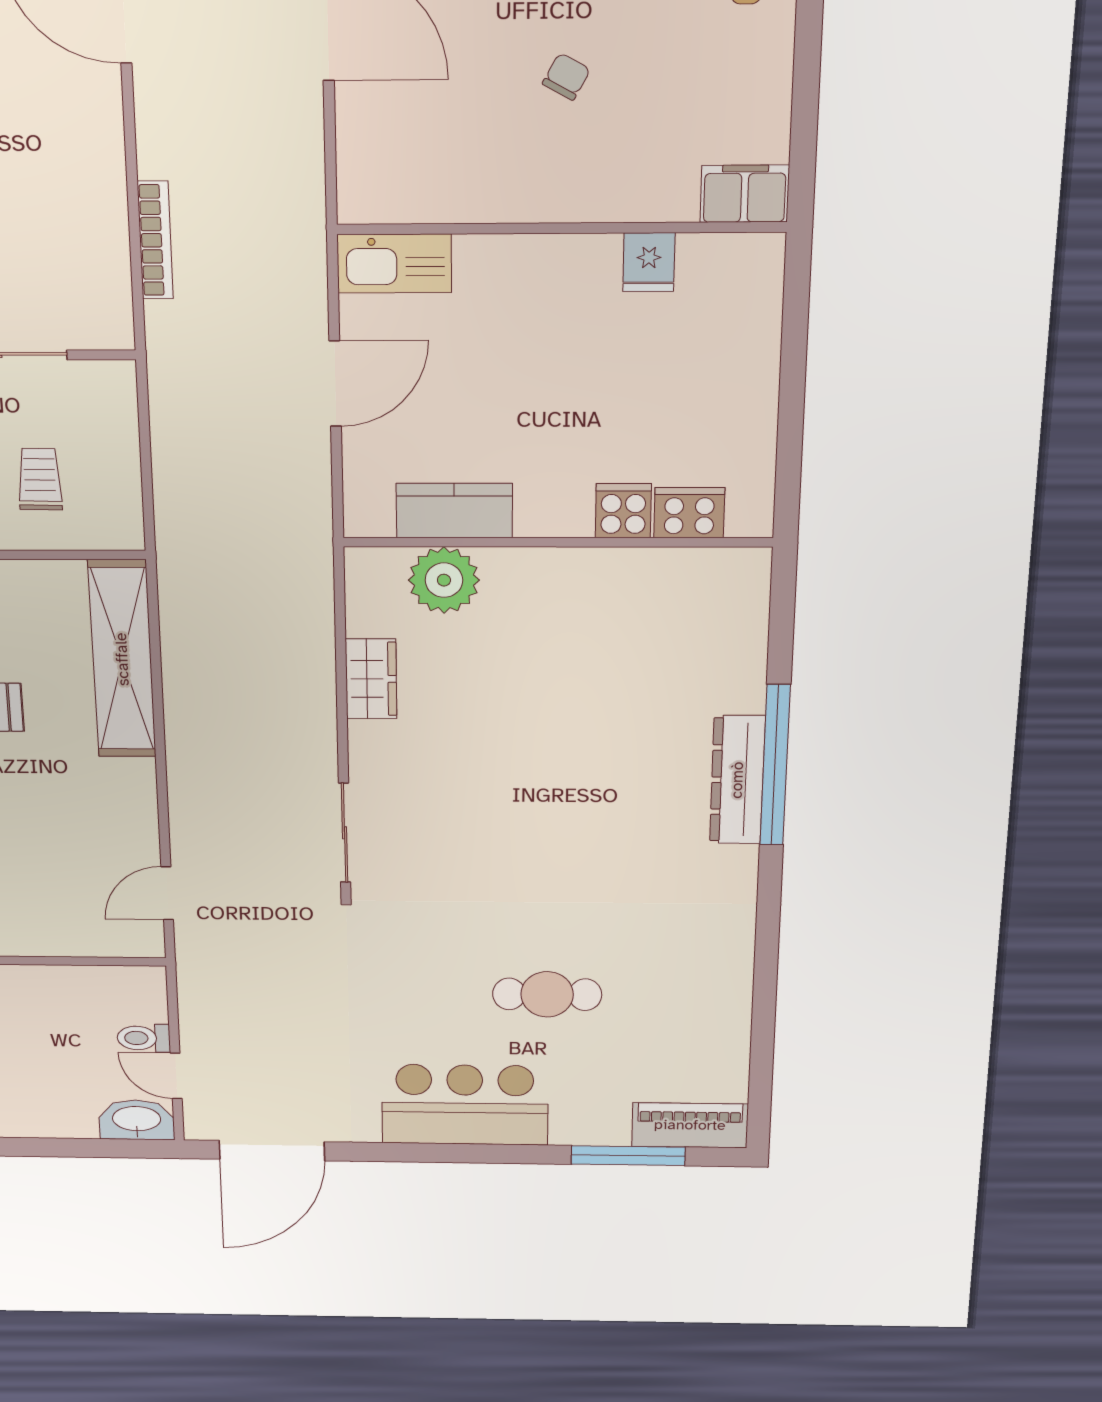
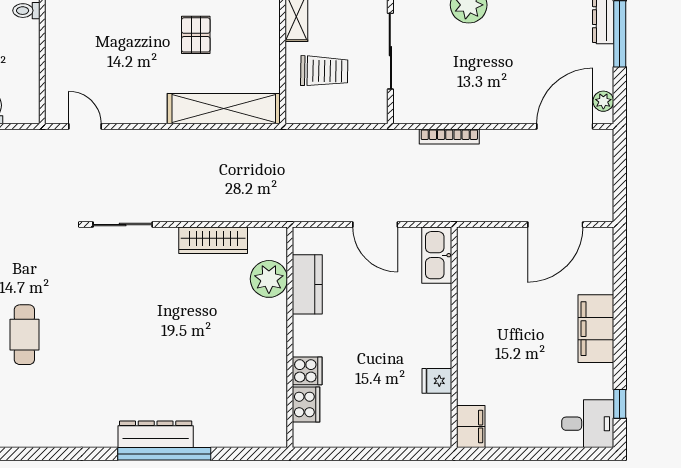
chair: (566, 77) -> (528, 339), removed
trolley: (40, 479) -> (324, 71), width x1.36, depth x1.39
wardrobe: (371, 679) -> (213, 240), width x1.50

